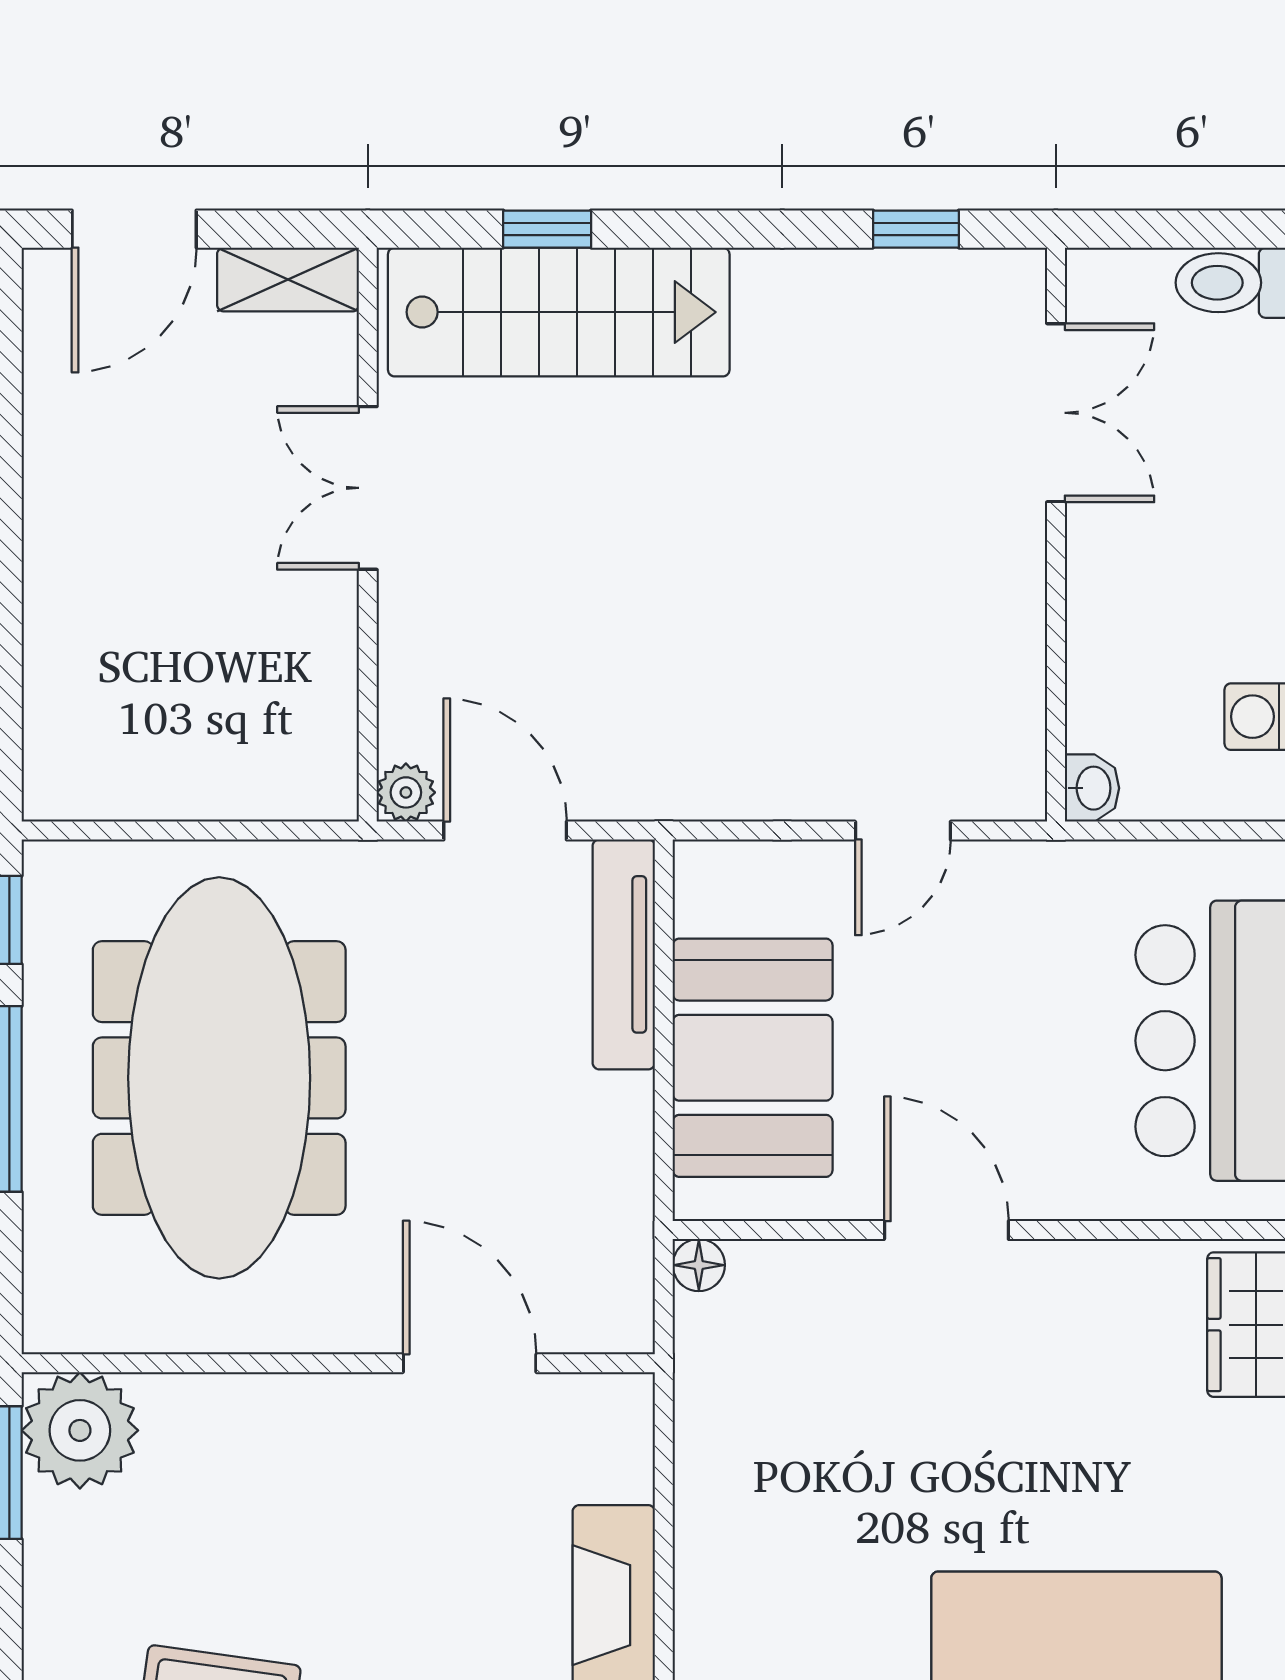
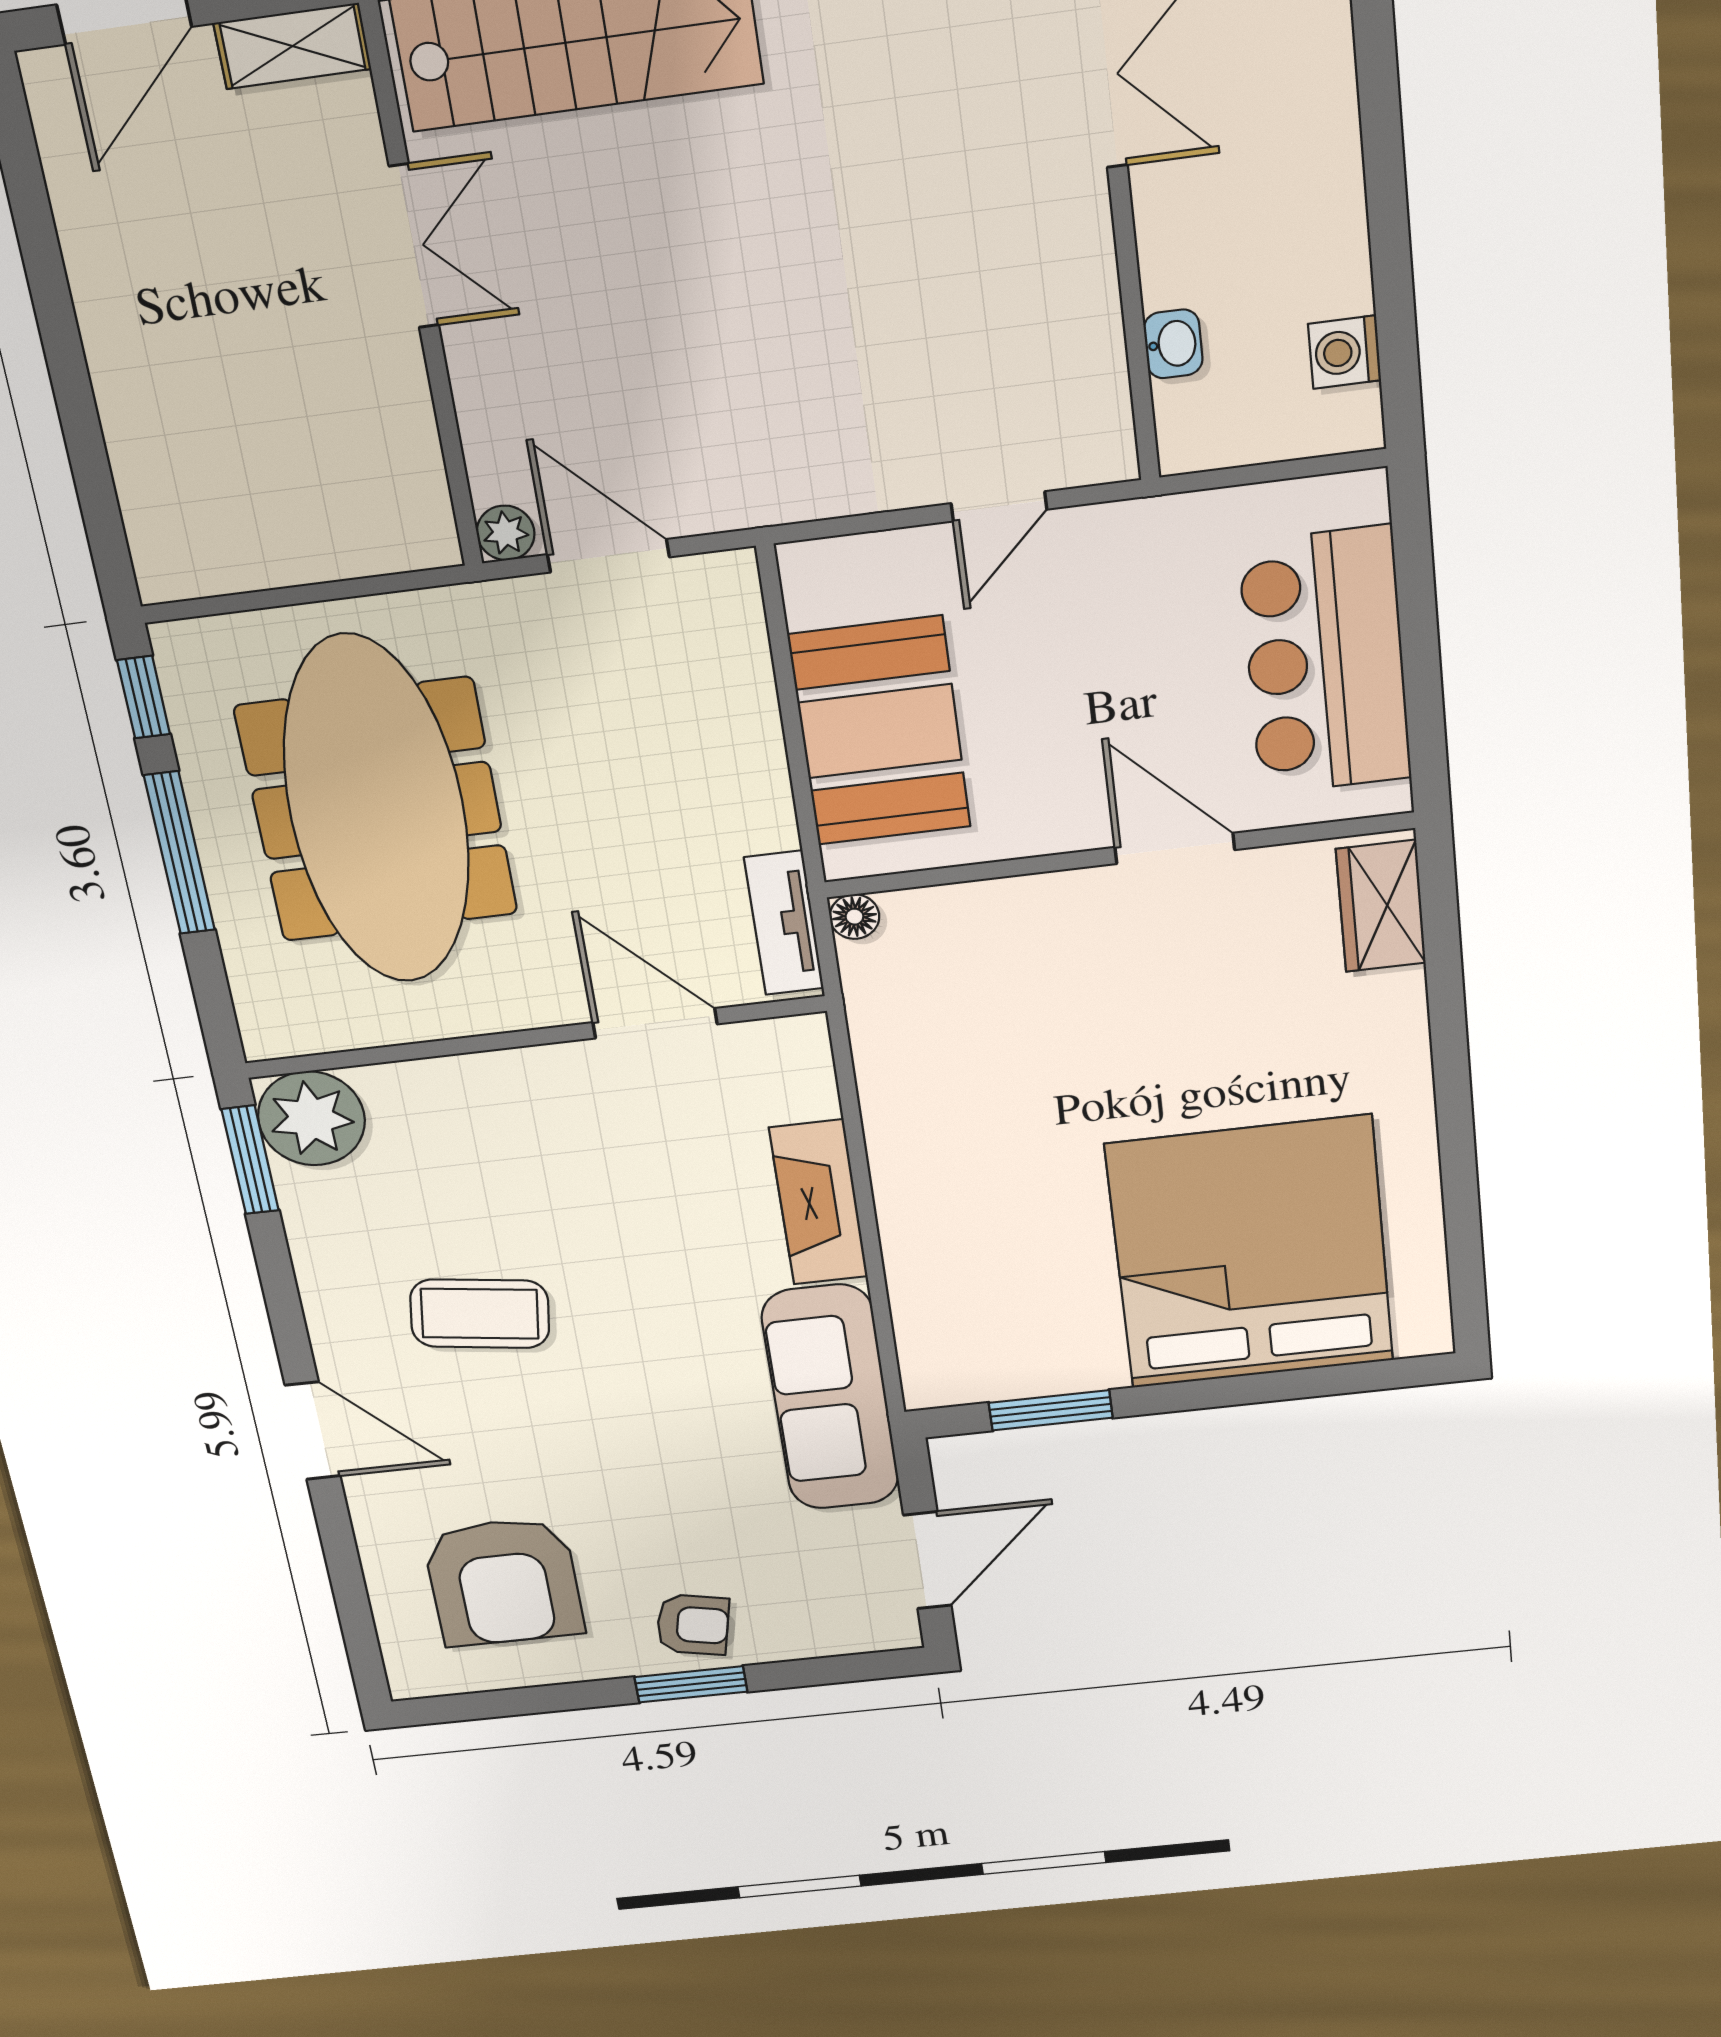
double door: (368, 488) -> (414, 246), swing flipped
washbasin: (1092, 788) -> (1173, 344), moved
tv unit: (624, 954) -> (784, 923), moved, width x0.71
door: (946, 1230) -> (1175, 848), moved

